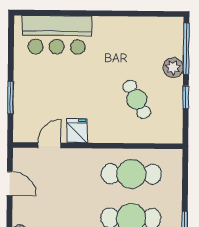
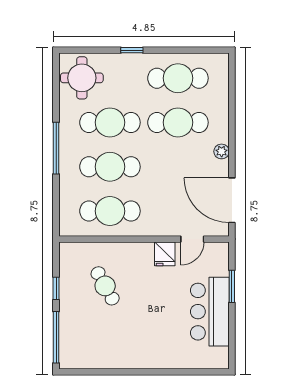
bar counter: (57, 35) -> (210, 312), moved, turned -90
plant: (173, 67) -> (69, 318), removed
door: (10, 184) -> (232, 200), width x1.87

